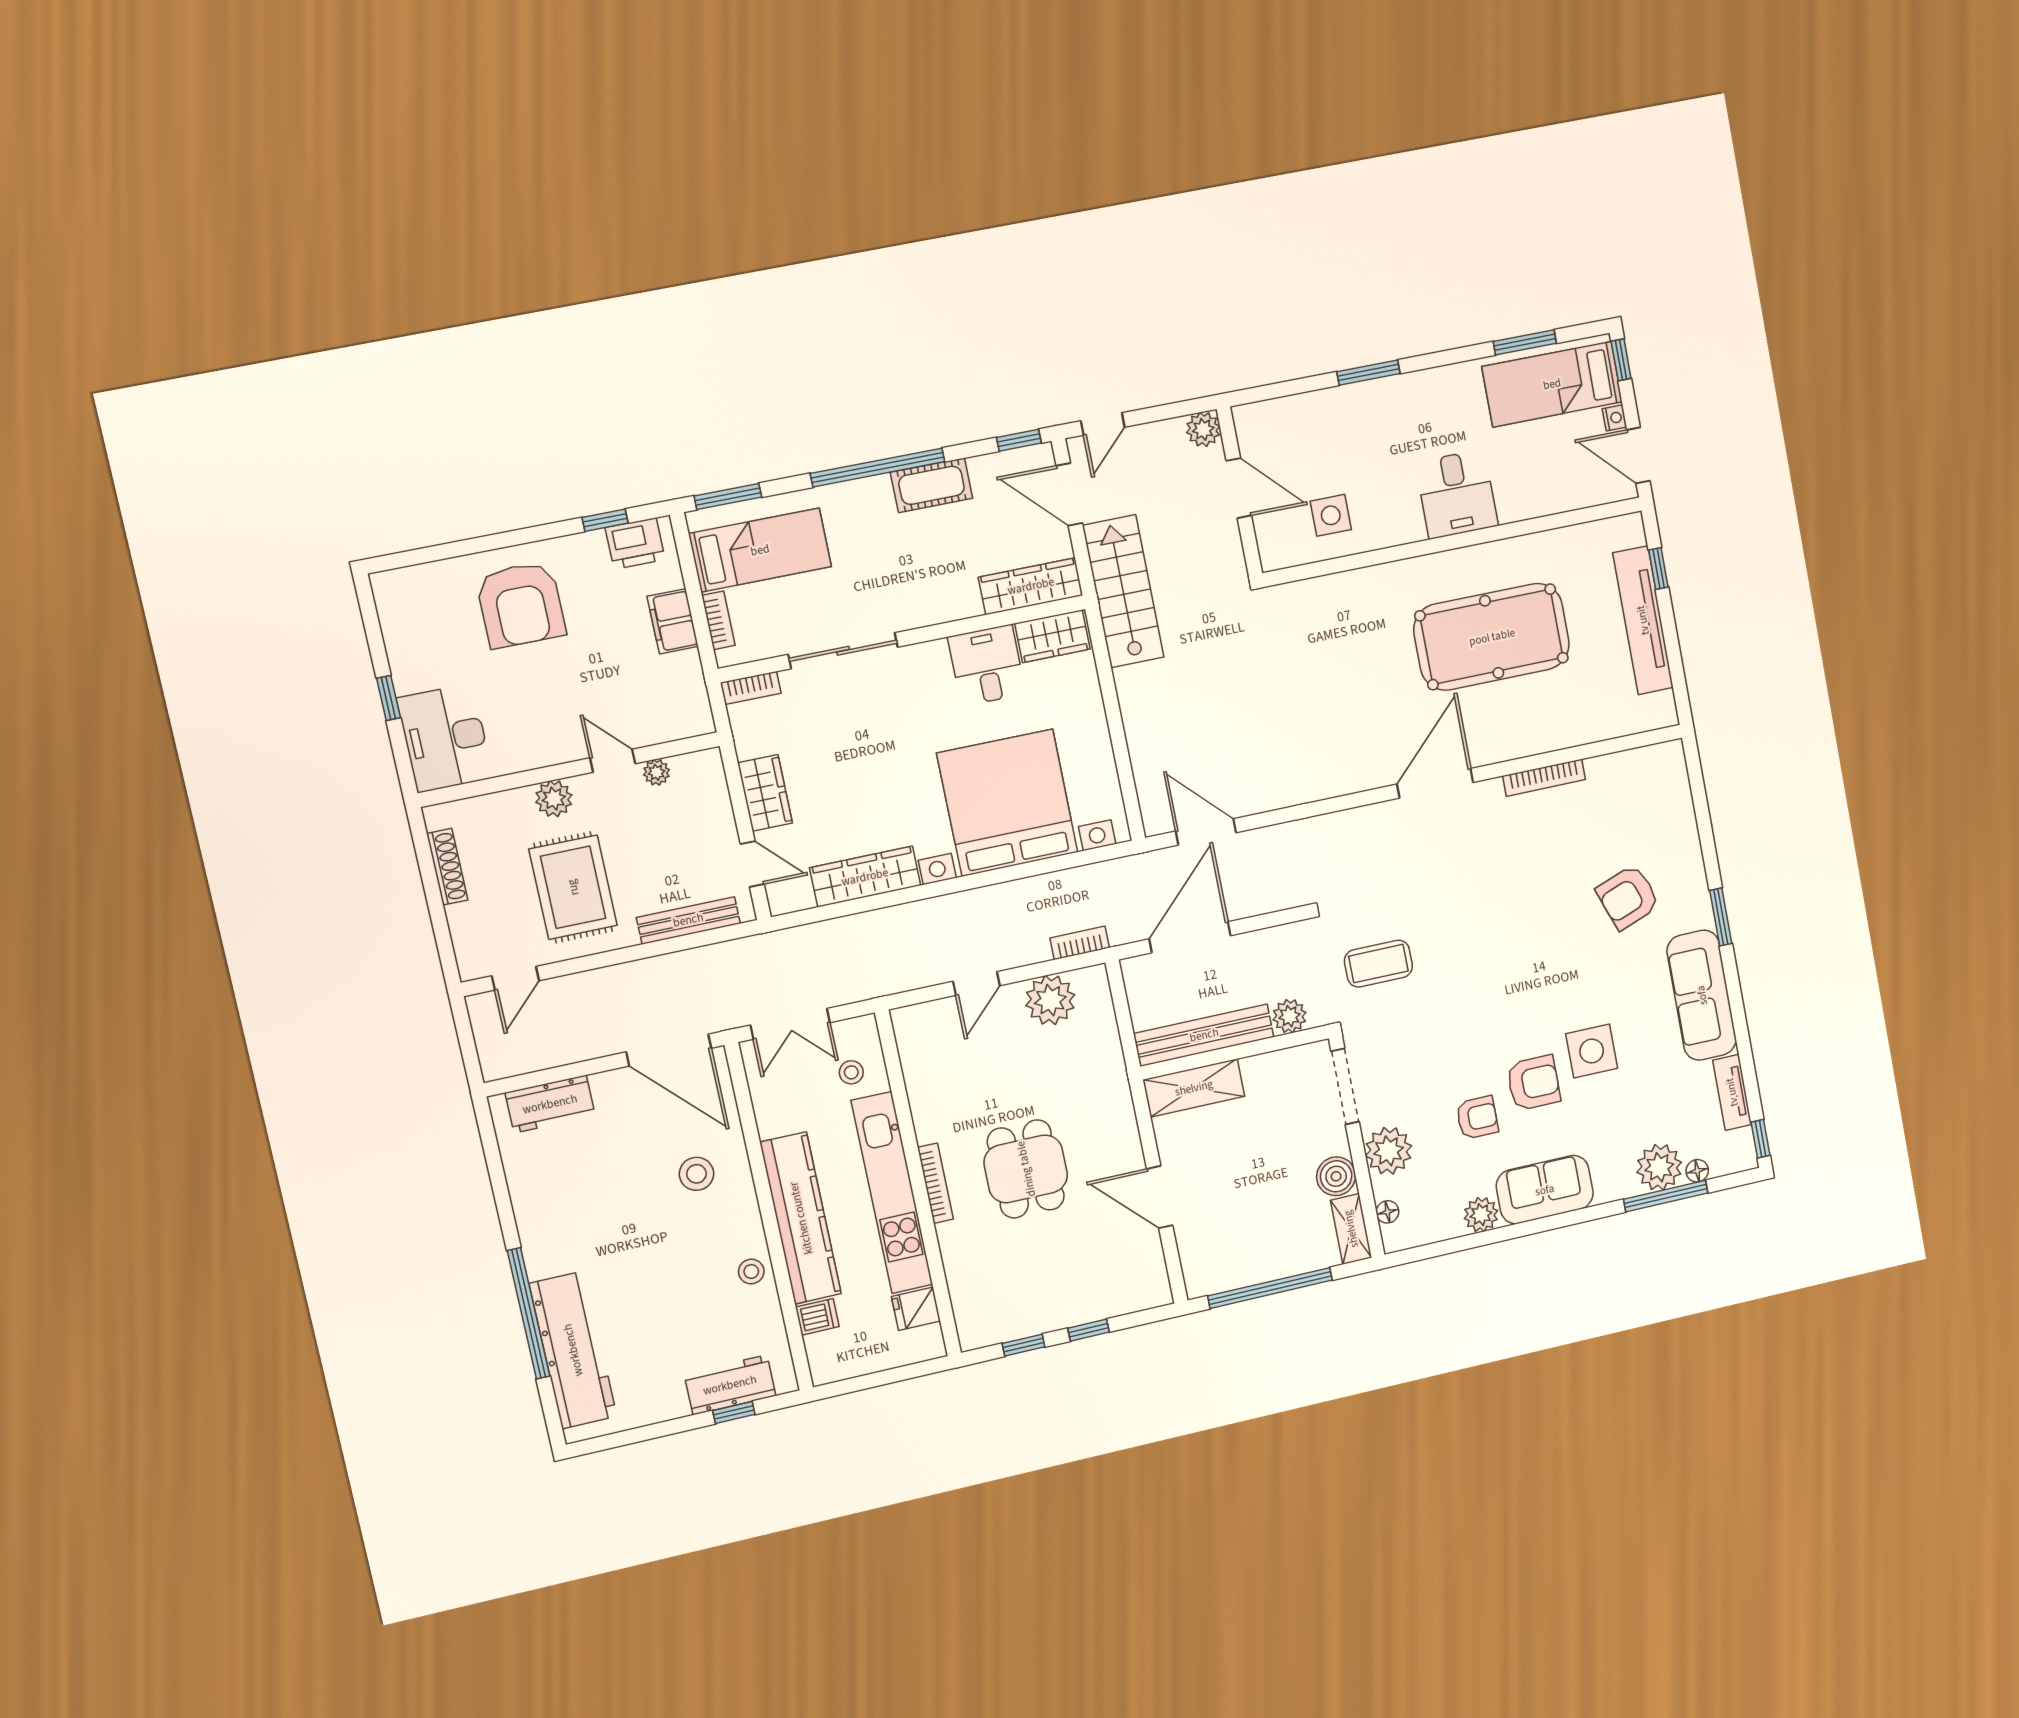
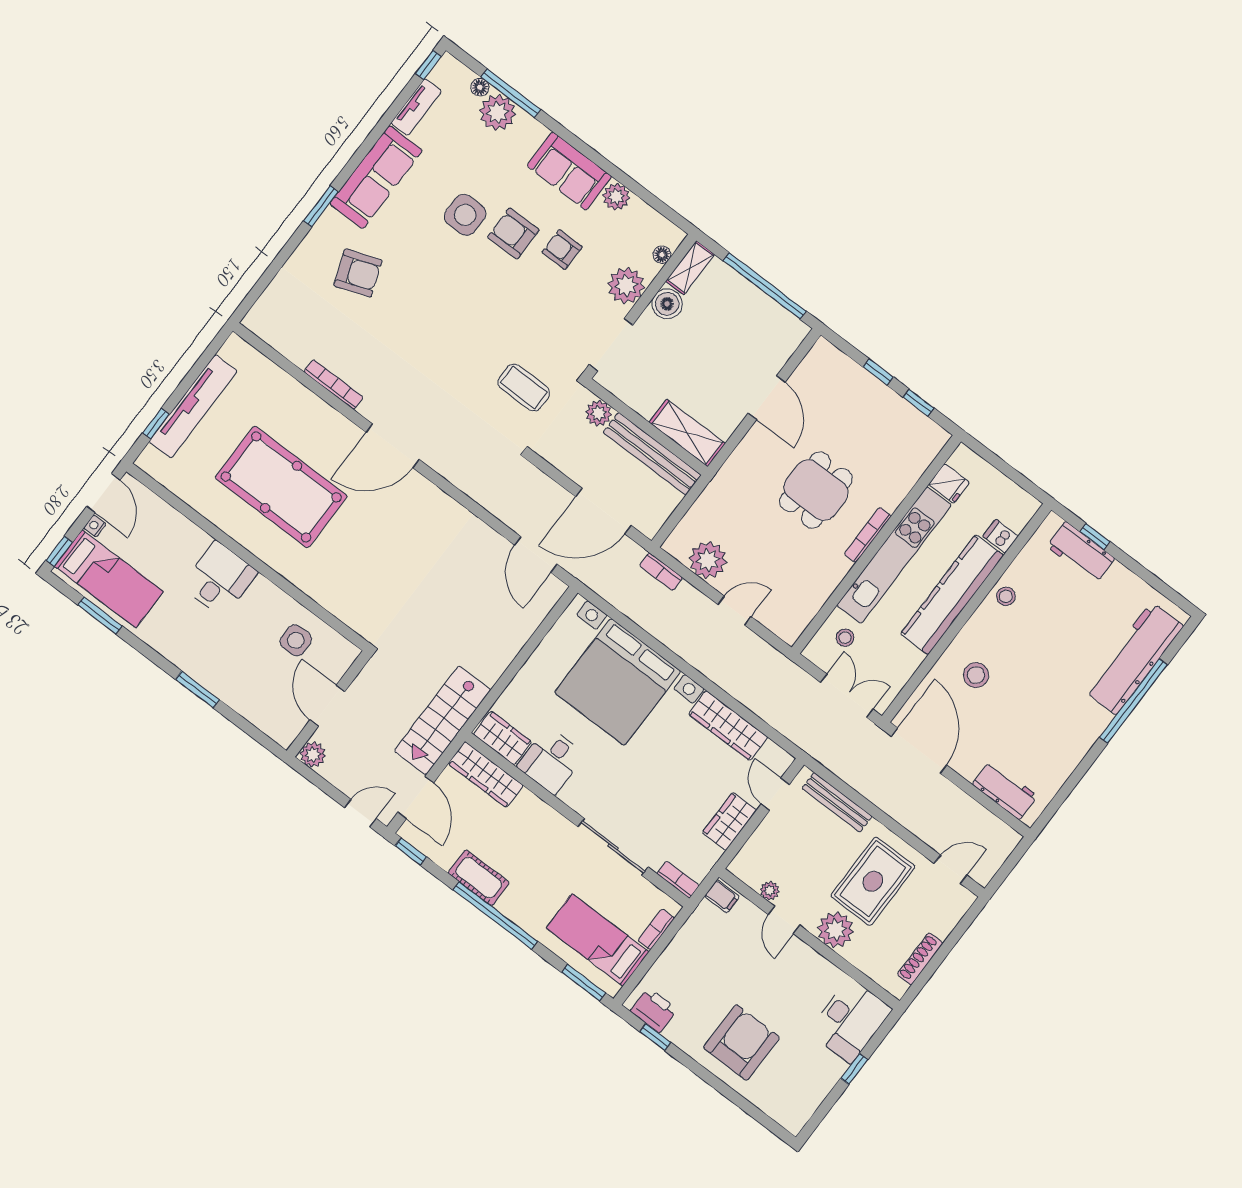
filing cabinet: (673, 621) -> (722, 896), moved, width x0.50
plant: (554, 799) -> (836, 930), width x1.36, depth x1.36

